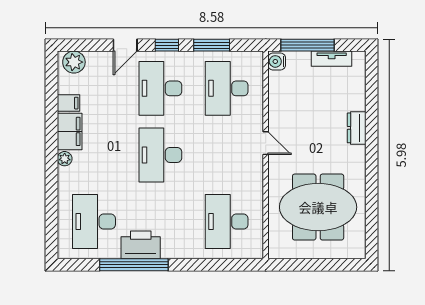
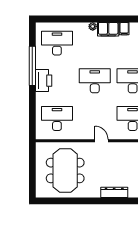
dresser: (357, 128) -> (114, 192), width x1.44
door: (266, 143) -> (102, 141), swing flipped
printer: (141, 245) -> (44, 81), moved

